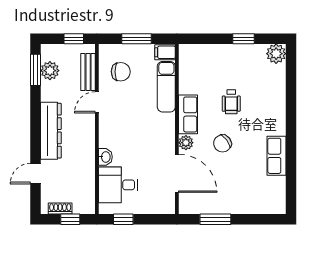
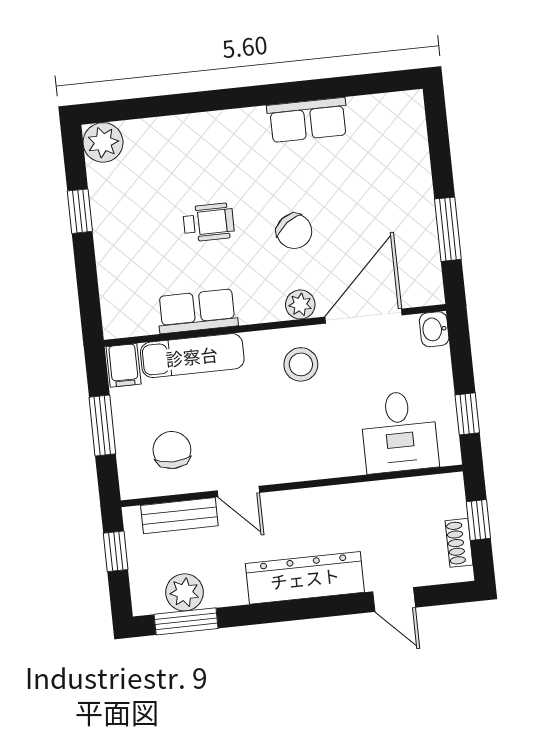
row of seats: (188, 114) -> (197, 311), moved
stool: (156, 140) -> (301, 364), added
washbasin: (105, 157) -> (434, 329), moved, turned -90

